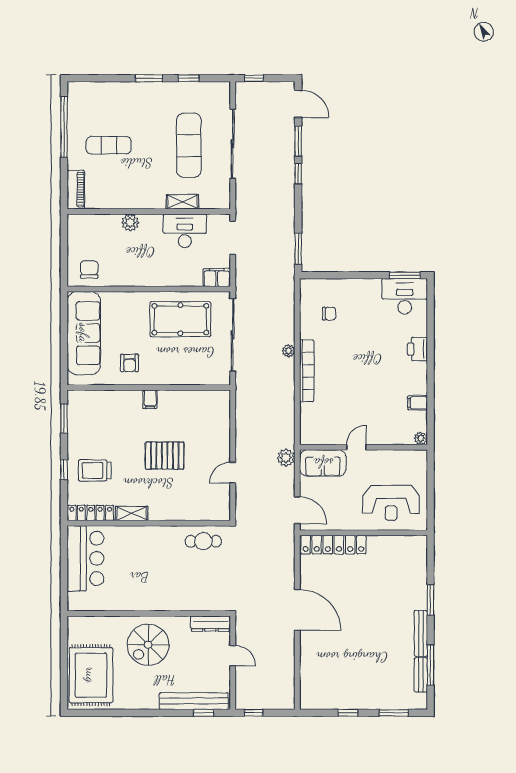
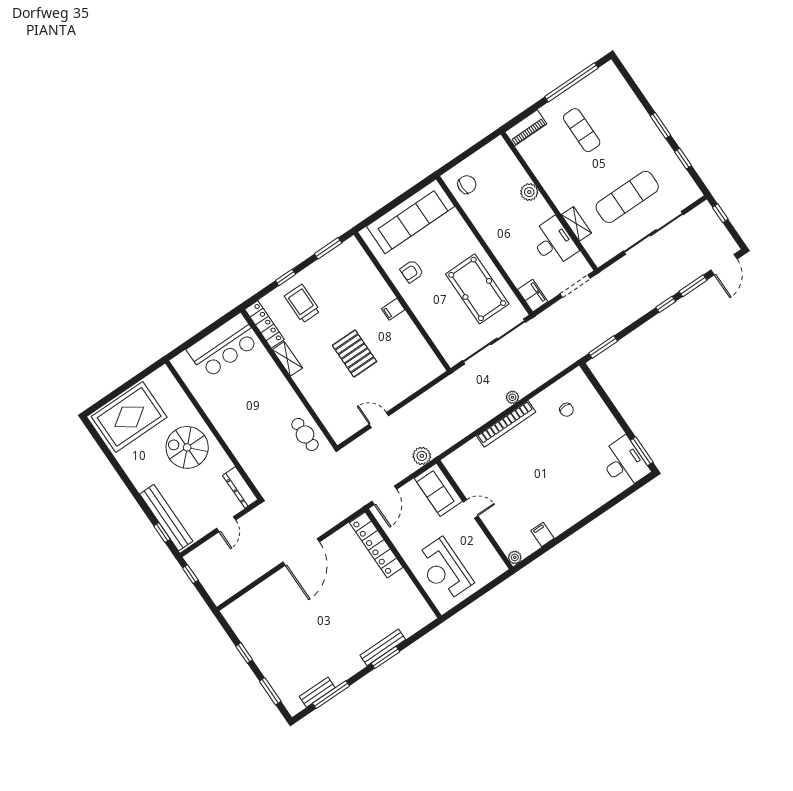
printer: (417, 349) -> (587, 504), removed
bench: (421, 633) -> (383, 647), moved

